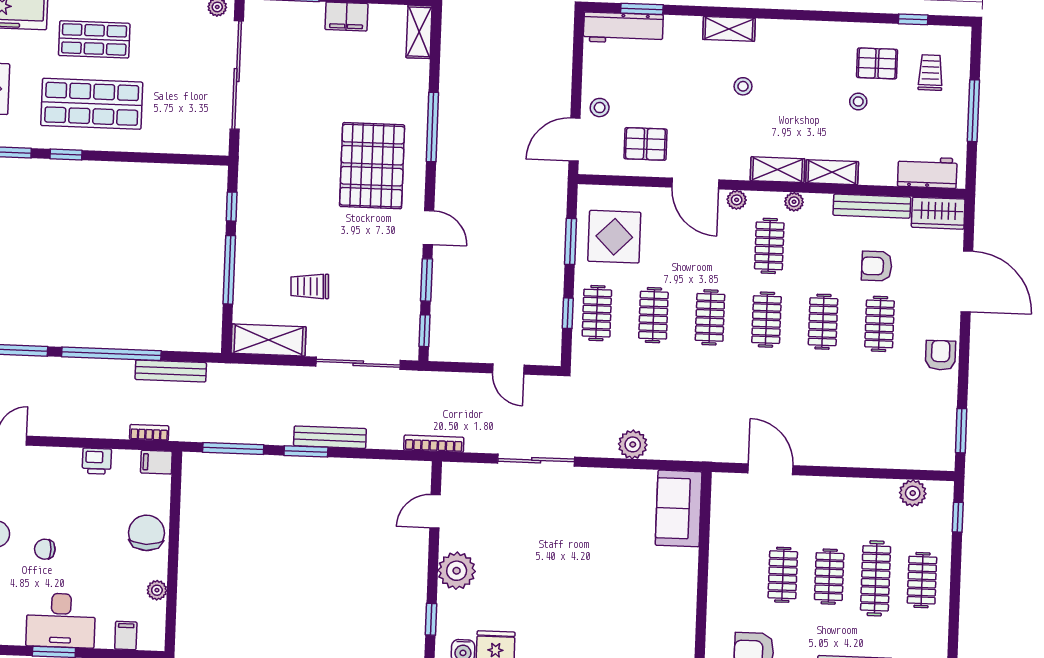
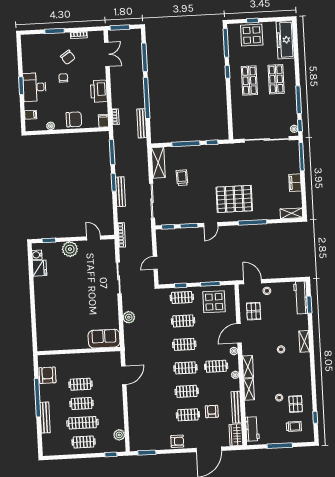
shop shelf: (92, 104) -> (249, 81), width x0.70, depth x0.74
printer: (97, 461) -> (99, 91), width x1.87, depth x1.48

